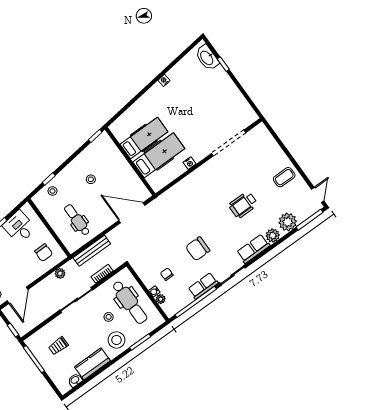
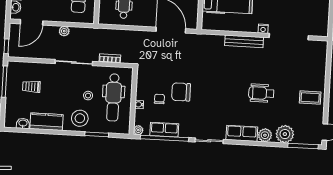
nightstand: (190, 163) -> (263, 29), moved
chair: (198, 249) -> (181, 92), moved
bench: (92, 251) -> (244, 41), moved
plant: (60, 273) -> (64, 31), moved
row of seats: (203, 286) -> (164, 130), moved
plant: (161, 299) -> (138, 130), moved

